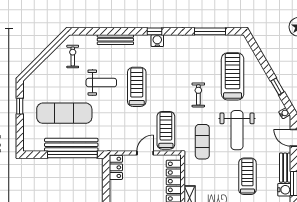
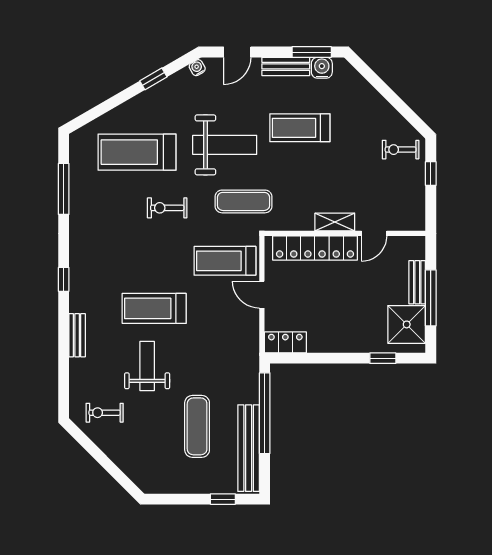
bench: (115, 40) -> (77, 335), width x0.73
water cooler: (157, 41) -> (79, 275), removed
window: (20, 106) -> (223, 499), moved
exercise mat: (64, 113) -> (197, 426), width x0.73, depth x0.69
bench: (71, 145) -> (249, 448), moved

